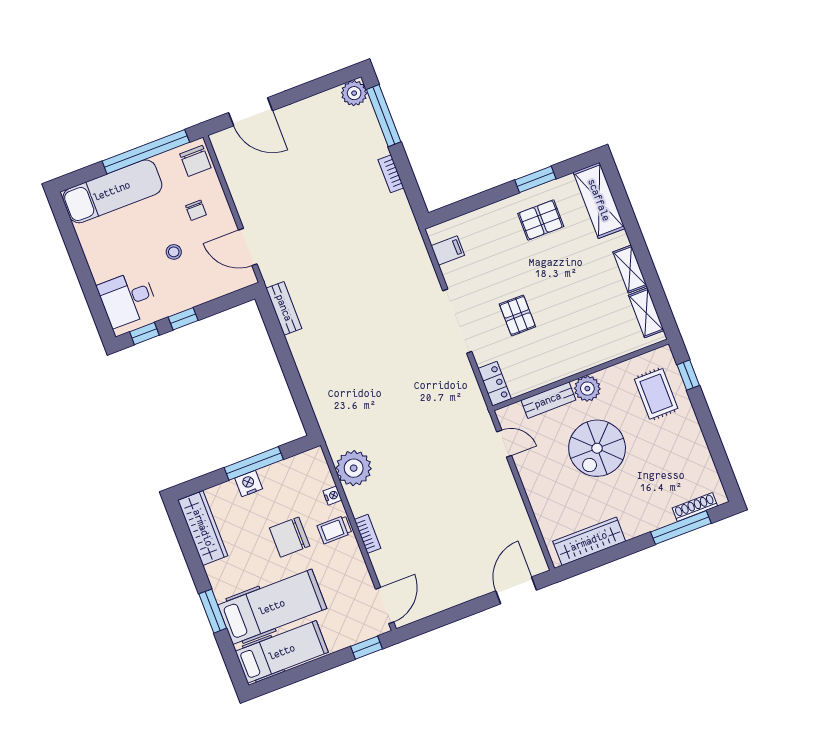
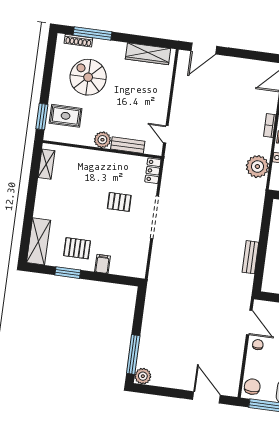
bookcase: (391, 174) -> (147, 320), removed
chair: (196, 210) -> (258, 345), moved
filing cabinet: (448, 251) -> (102, 264), moved, turned 90
shelving: (630, 269) -> (42, 194), removed
bench: (284, 308) -> (250, 257), moved
pallet: (517, 315) -> (119, 202), turned 90
window: (688, 375) -> (42, 117), width x1.50
rug: (656, 394) -> (66, 116), turned 90
spiral stairs: (597, 448) -> (88, 77), moved, turned -90

